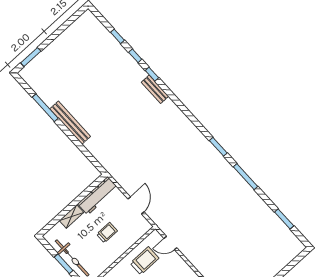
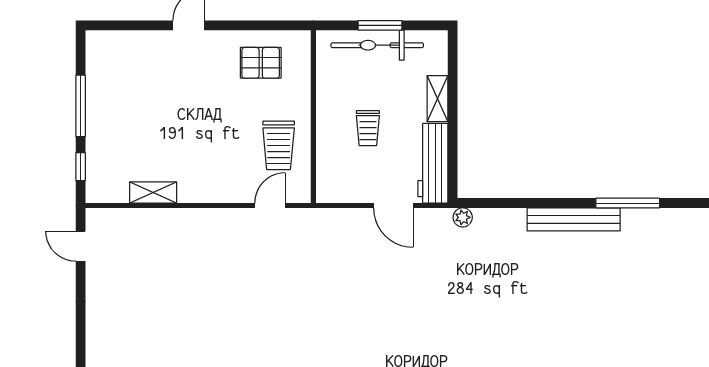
plant: (108, 166) -> (463, 217), added
door: (136, 205) -> (393, 205), moved

